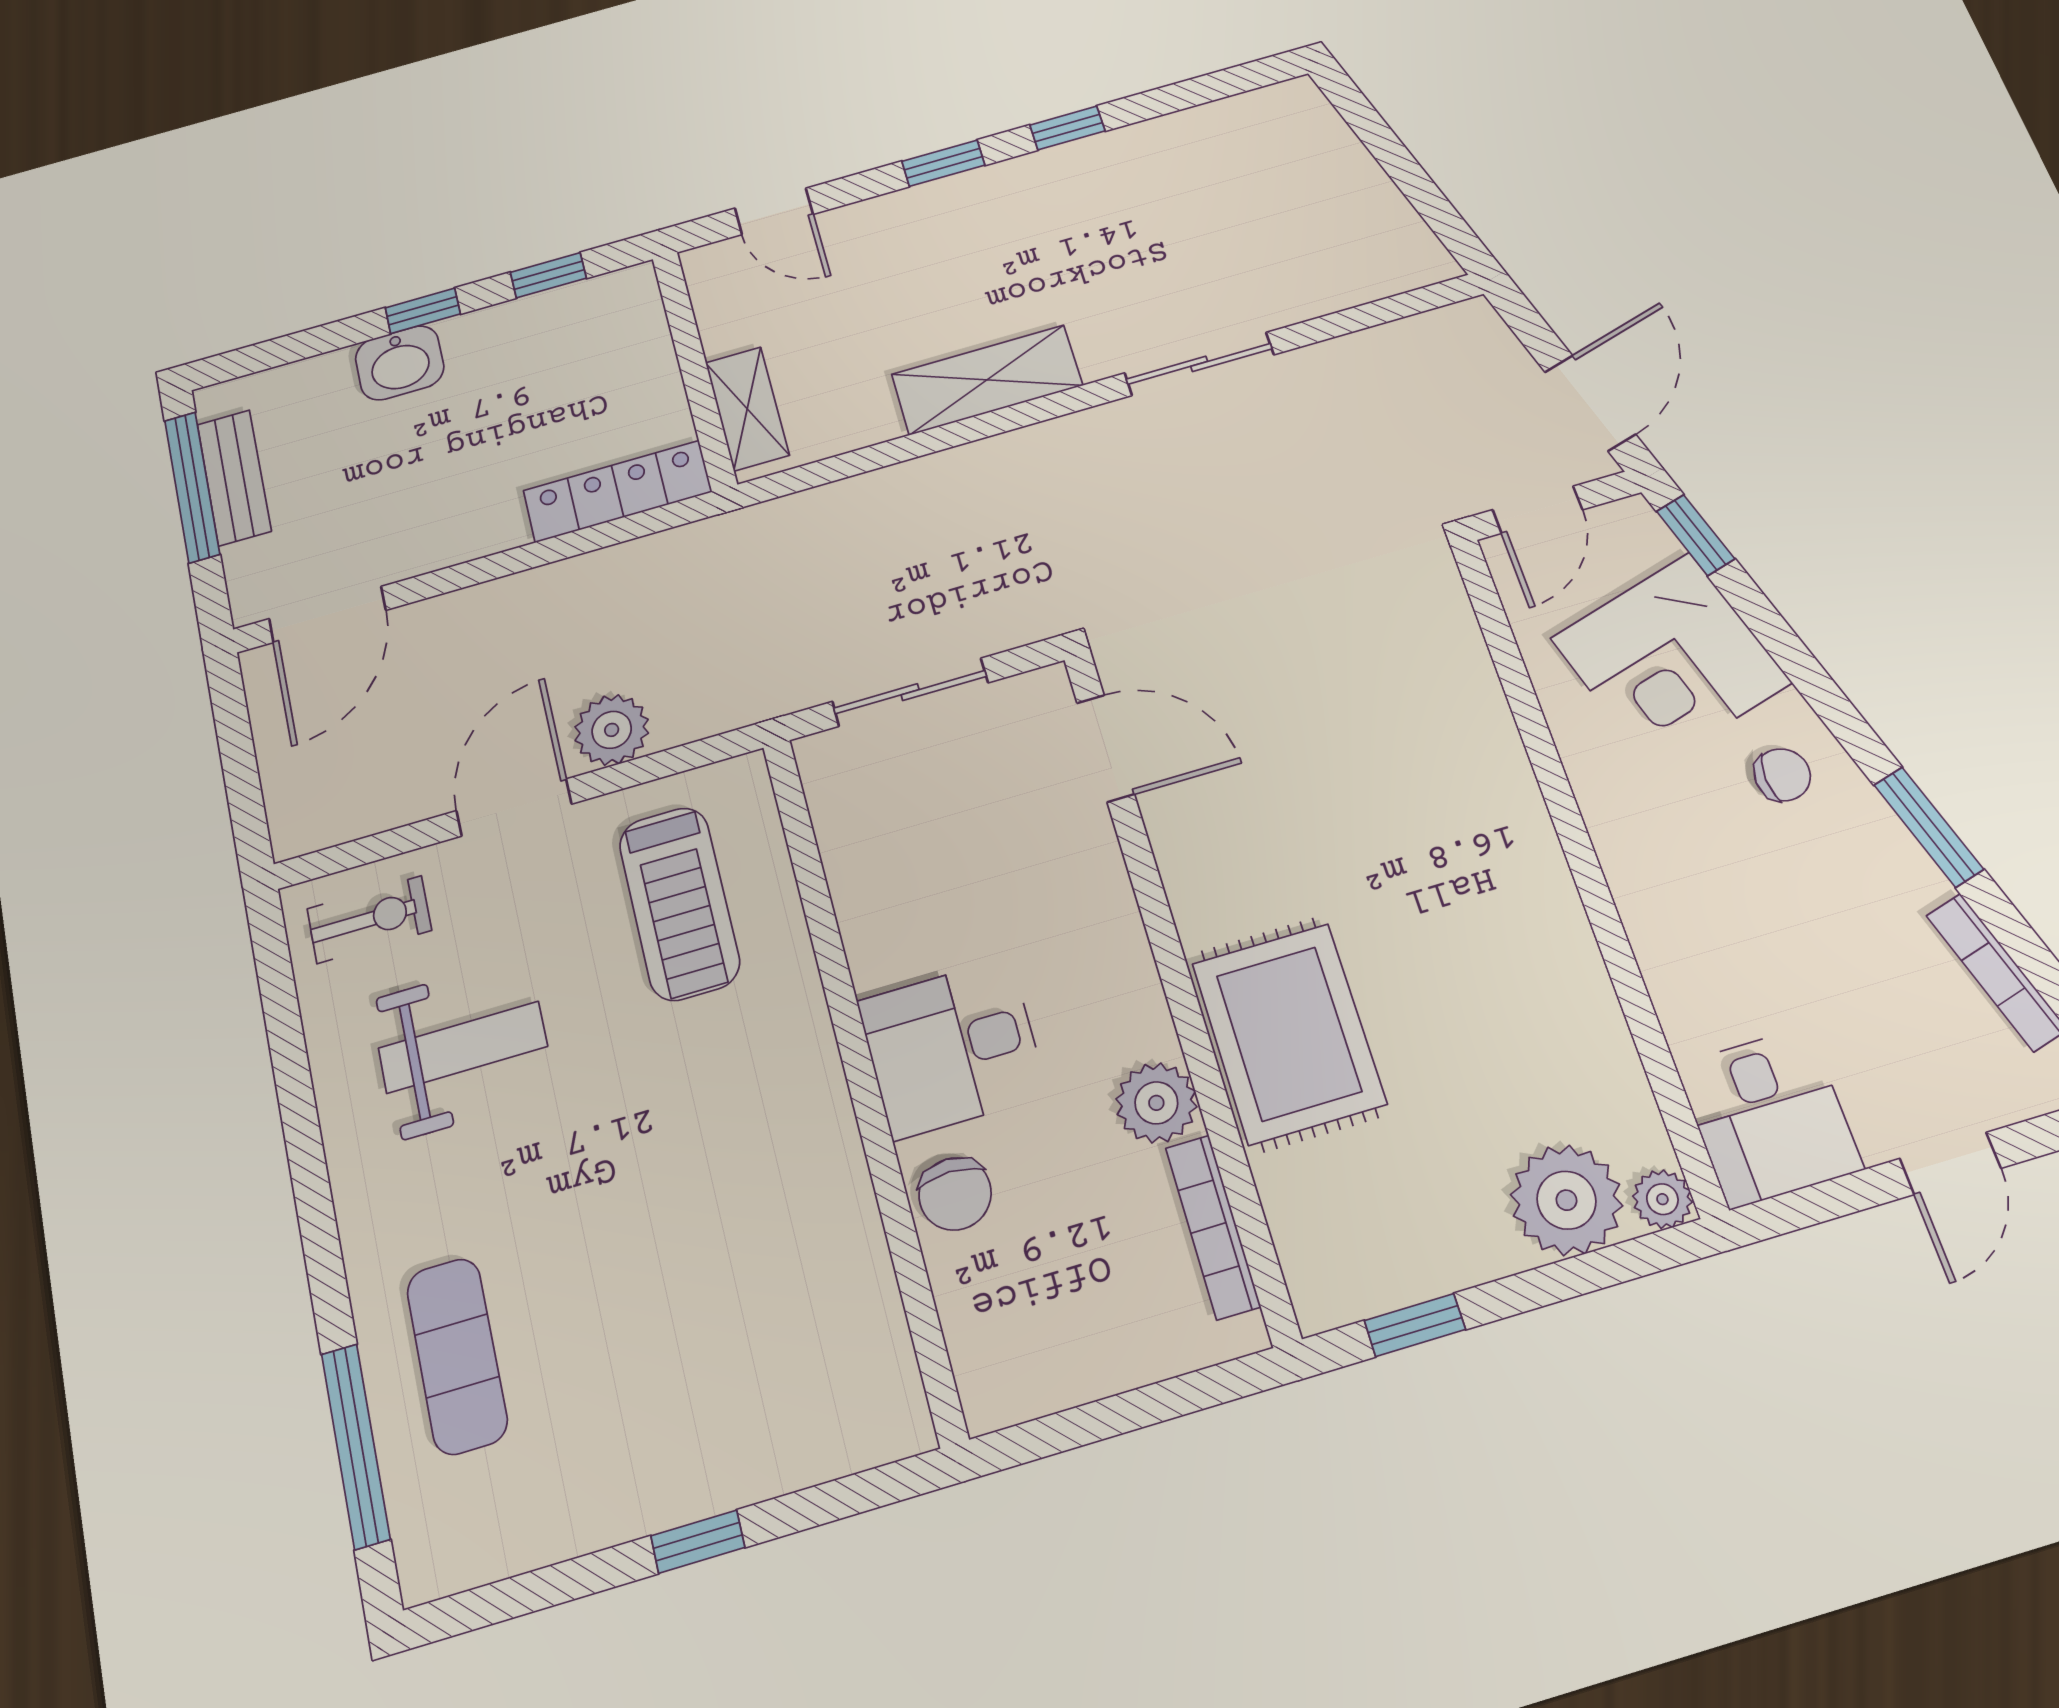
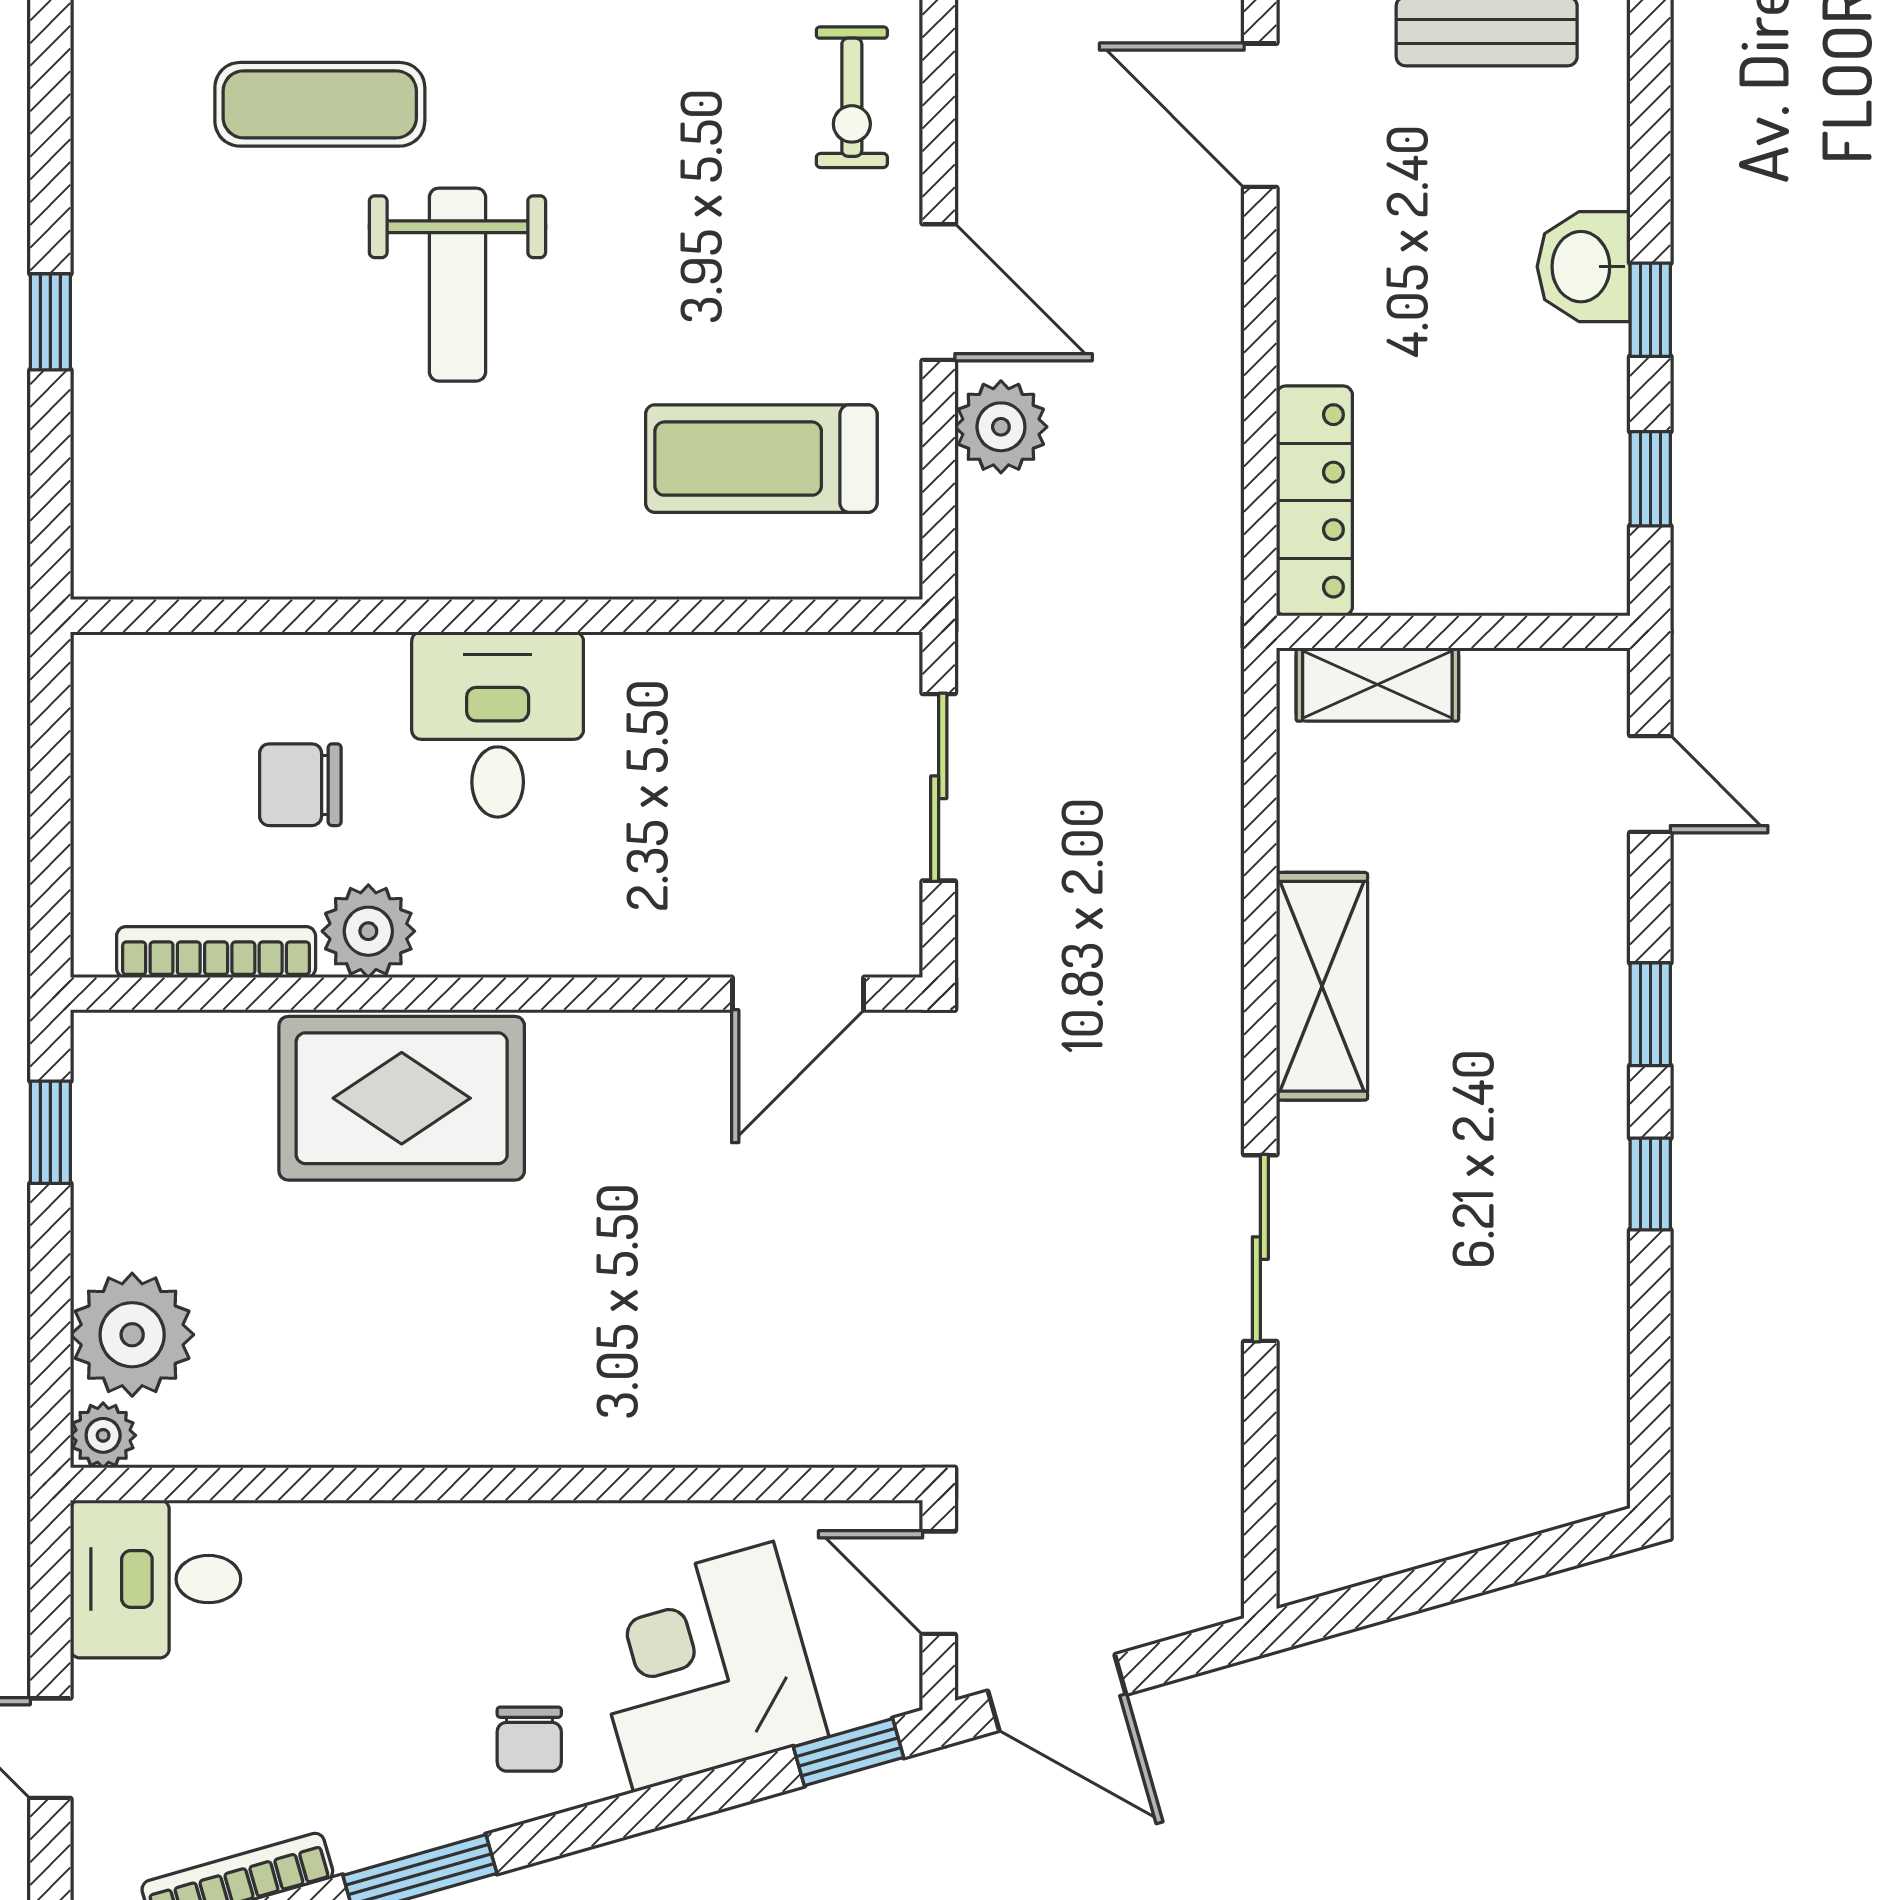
door: (774, 211) -> (1650, 784), swing flipped
weight bench: (463, 1047) -> (457, 285), moved
chair: (955, 1194) -> (300, 785), moved

